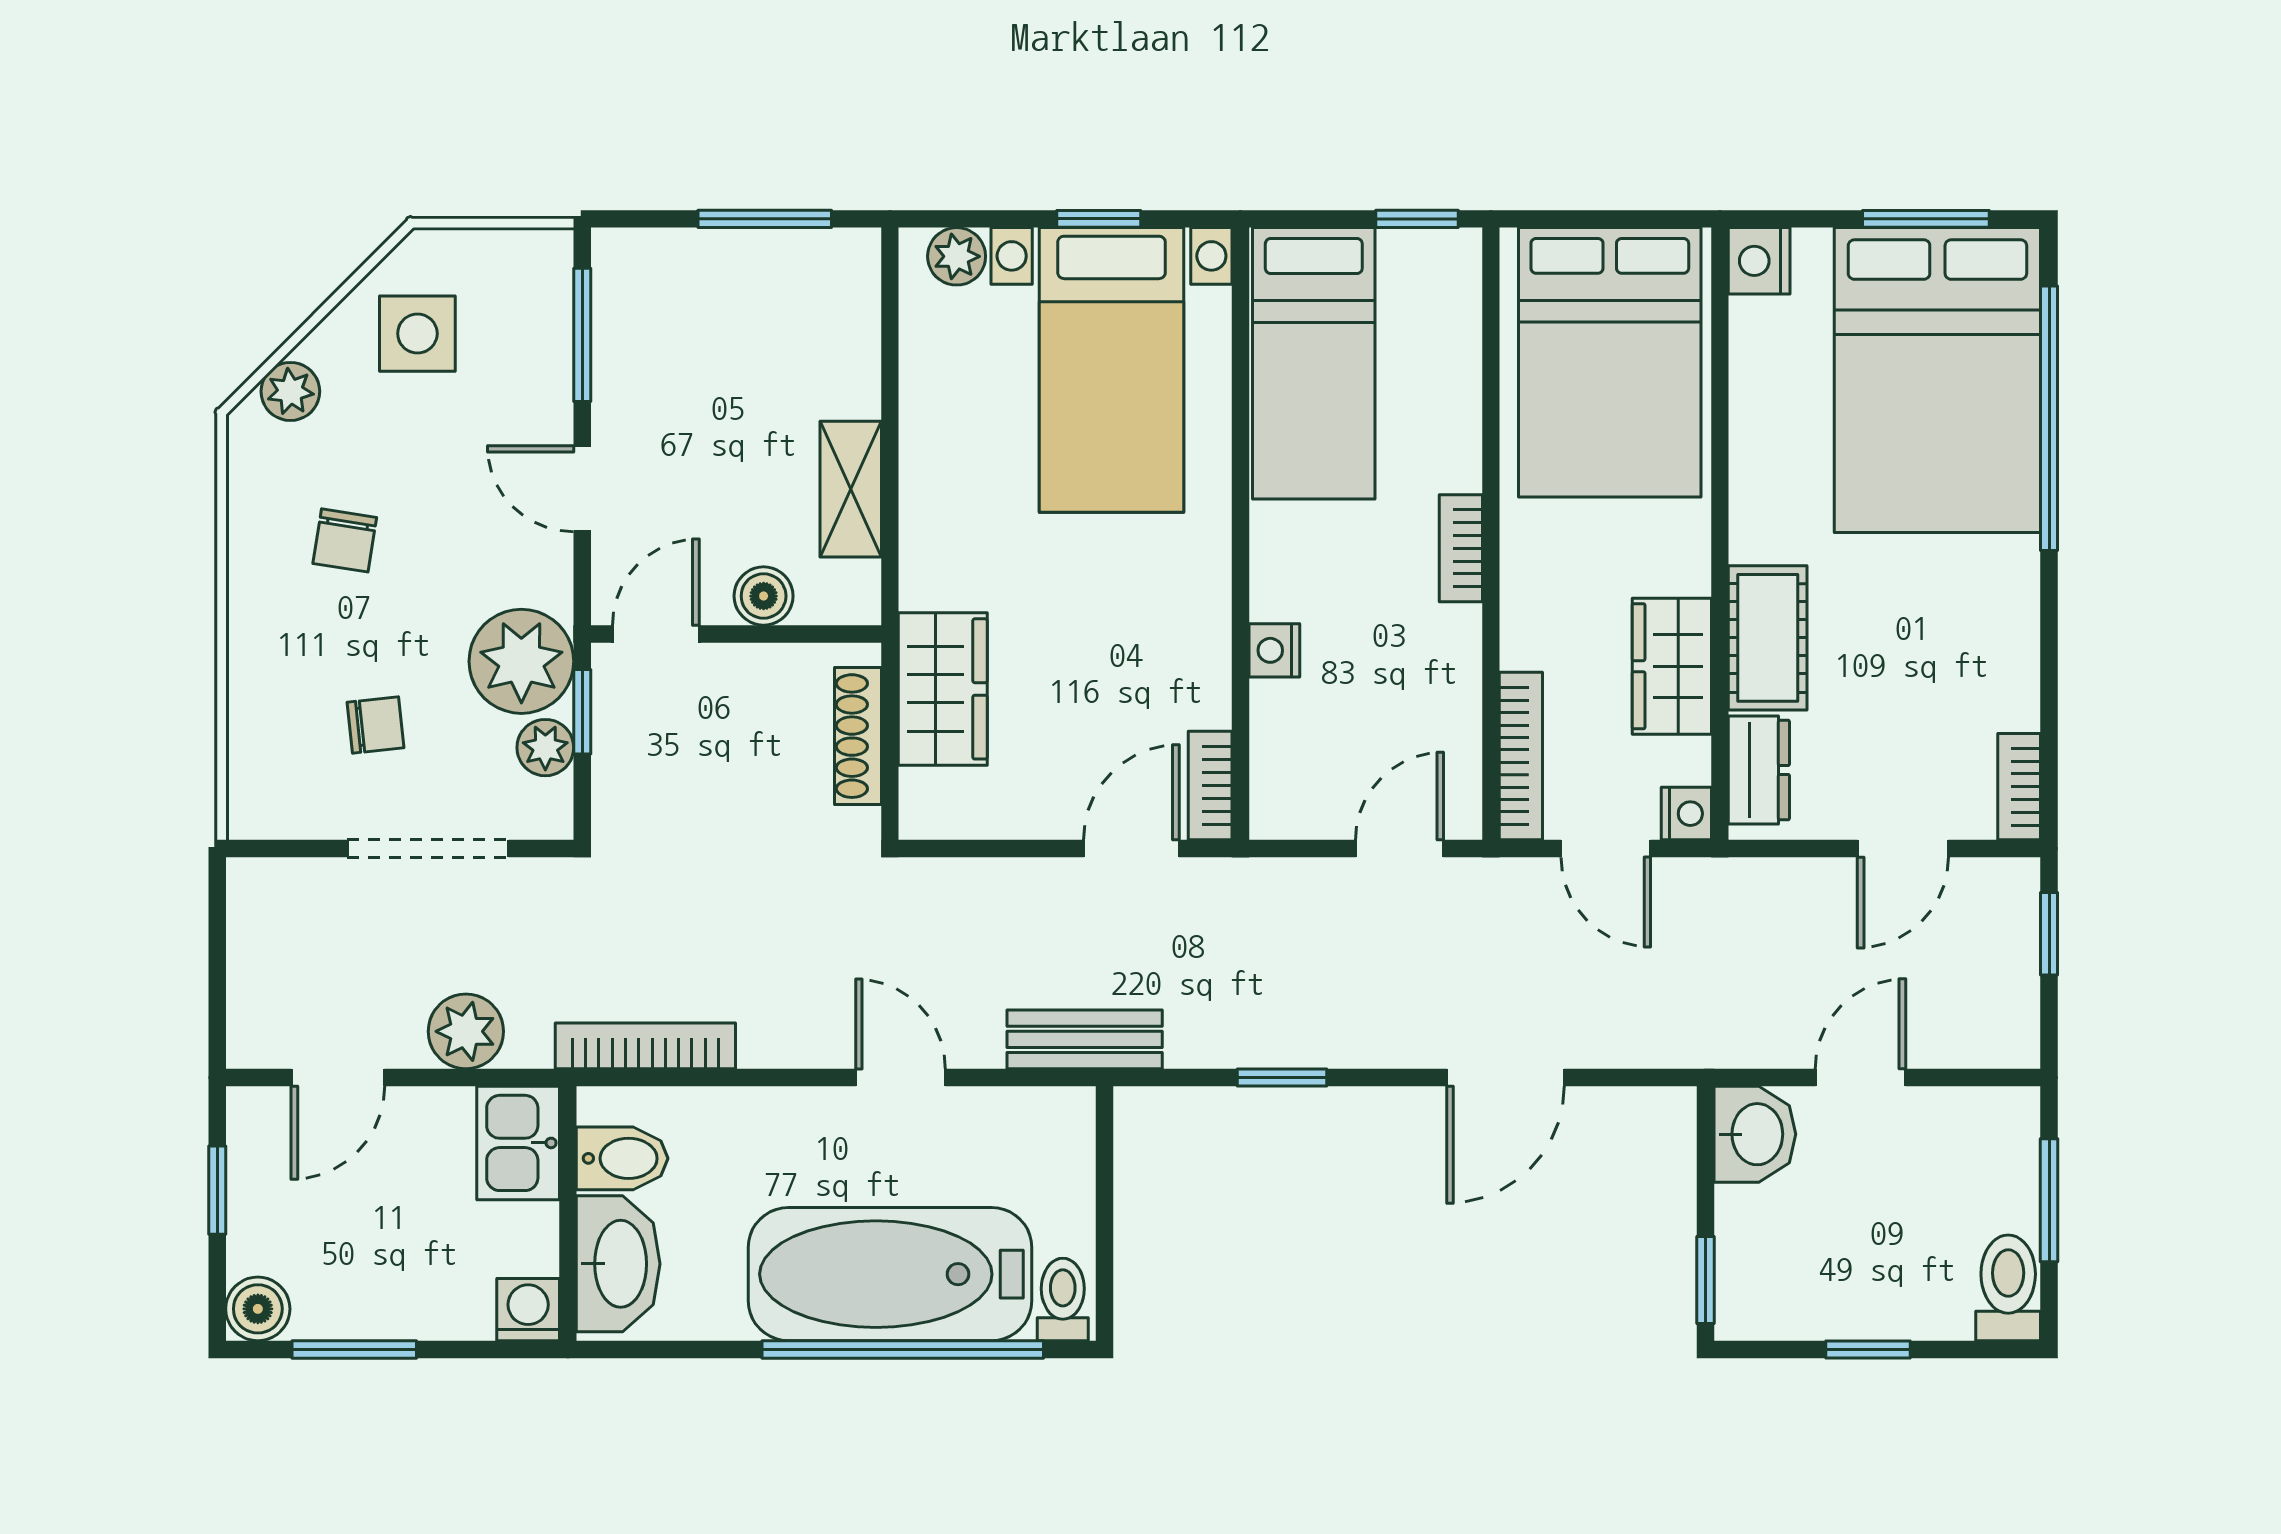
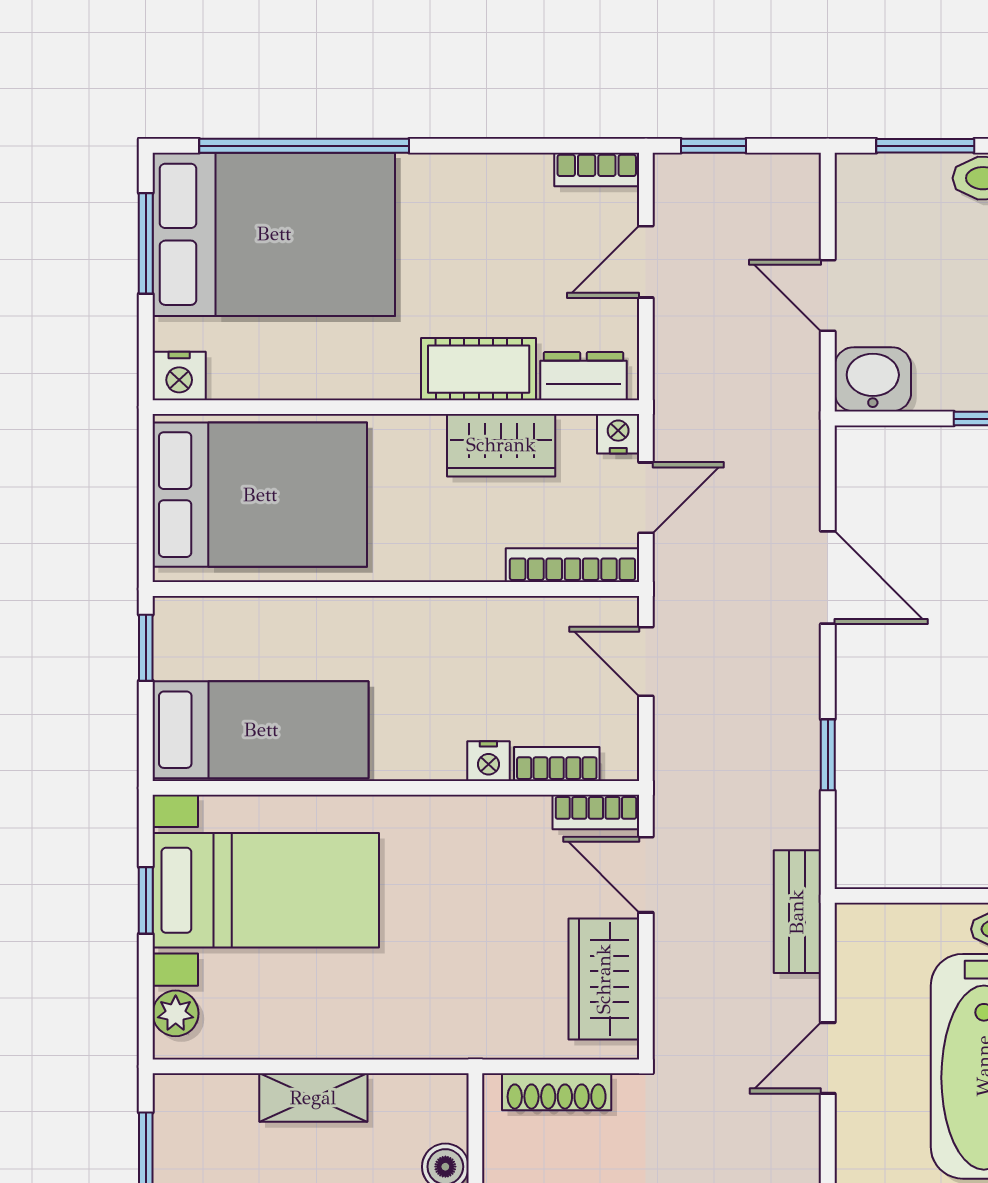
shelving: (851, 489) -> (313, 1098), moved
bookcase: (1461, 548) -> (557, 764), moved, turned 180
wardrobe: (943, 689) -> (604, 979), moved, turned -90
door: (1903, 849) -> (646, 262), swing flipped

